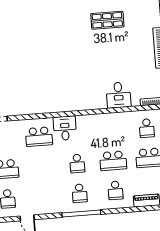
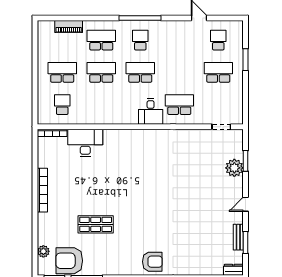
desk: (118, 95) -> (85, 143), width x1.37
school desk: (77, 163) -> (140, 72), width x1.85
school desk: (116, 190) -> (101, 40), width x1.85

